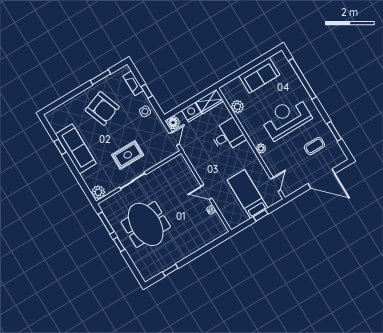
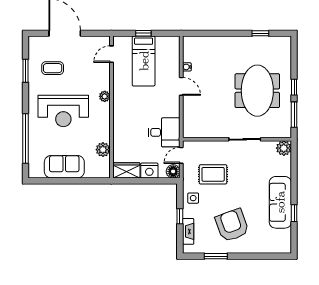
desk: (228, 136) -> (164, 132), moved, turned 180
rug: (128, 155) -> (213, 174), moved

